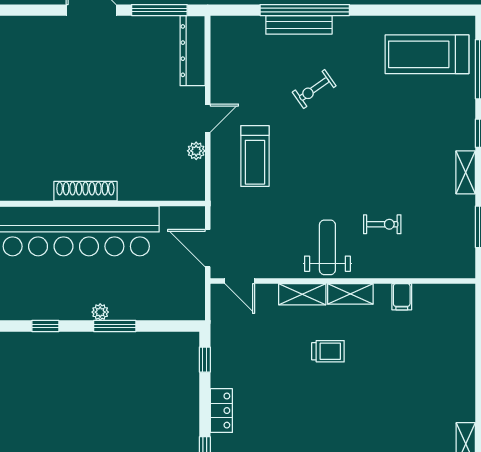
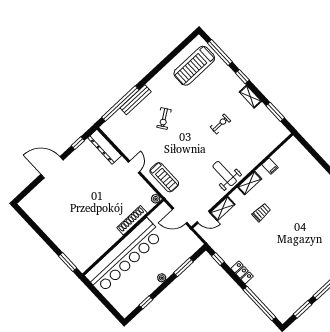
window: (159, 10) -> (78, 143), width x0.46
window: (305, 10) -> (120, 104), moved
plant: (196, 151) -> (156, 199), moved
treadmill: (255, 156) -> (164, 177), moved
shoe rack: (85, 191) -> (132, 220), moved
exercise bike: (382, 224) -> (220, 124), moved
shelving: (302, 294) -> (223, 209), moved
window: (115, 326) -> (184, 267), moved

